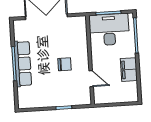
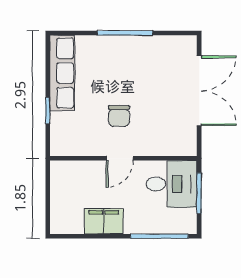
desk: (109, 30) -> (172, 184), width x0.73
row of seats: (23, 64) -> (62, 73), moved, turned -90
door: (91, 79) -> (120, 158), moved

